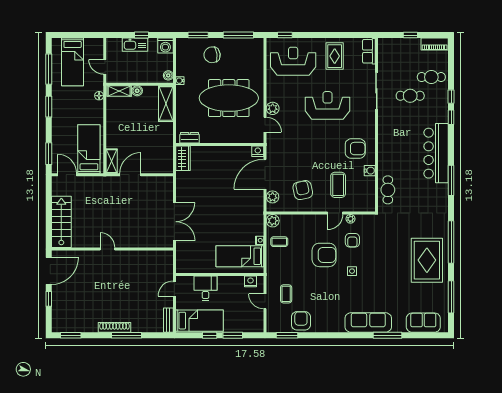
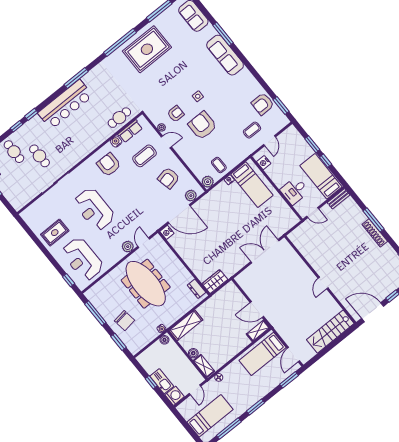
washing machine: (165, 46) -> (175, 396), moved
row of seats: (369, 51) -> (130, 131), moved

